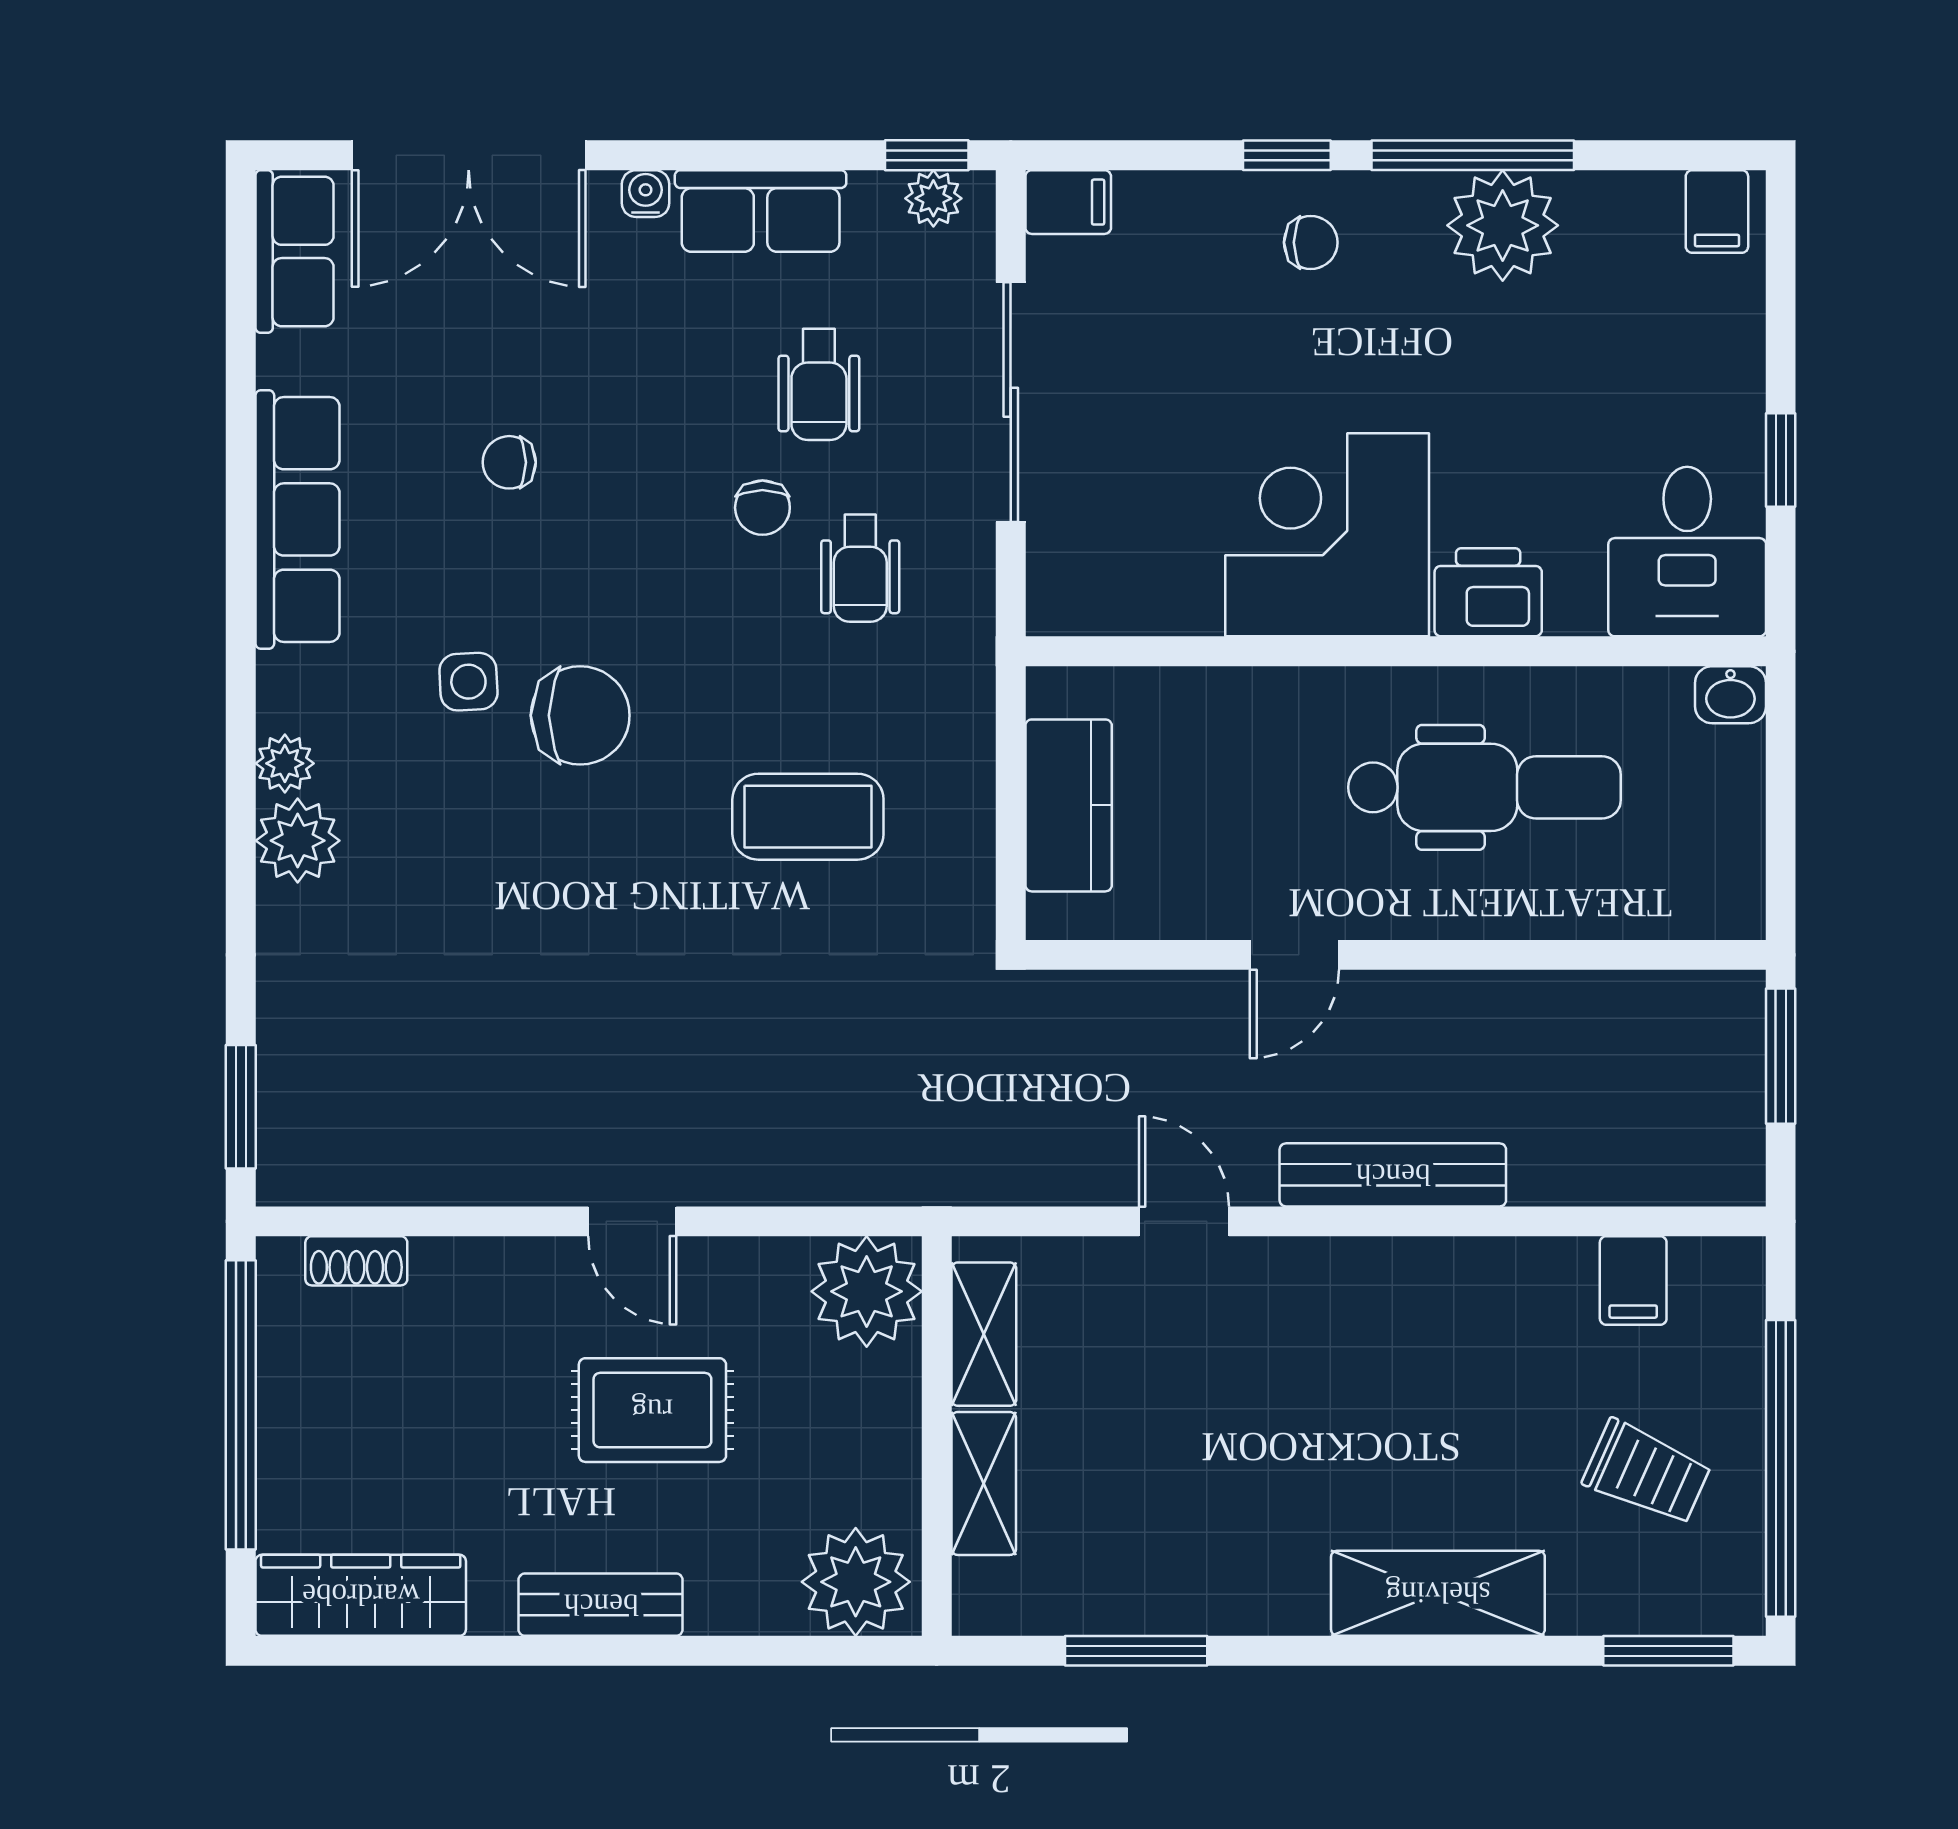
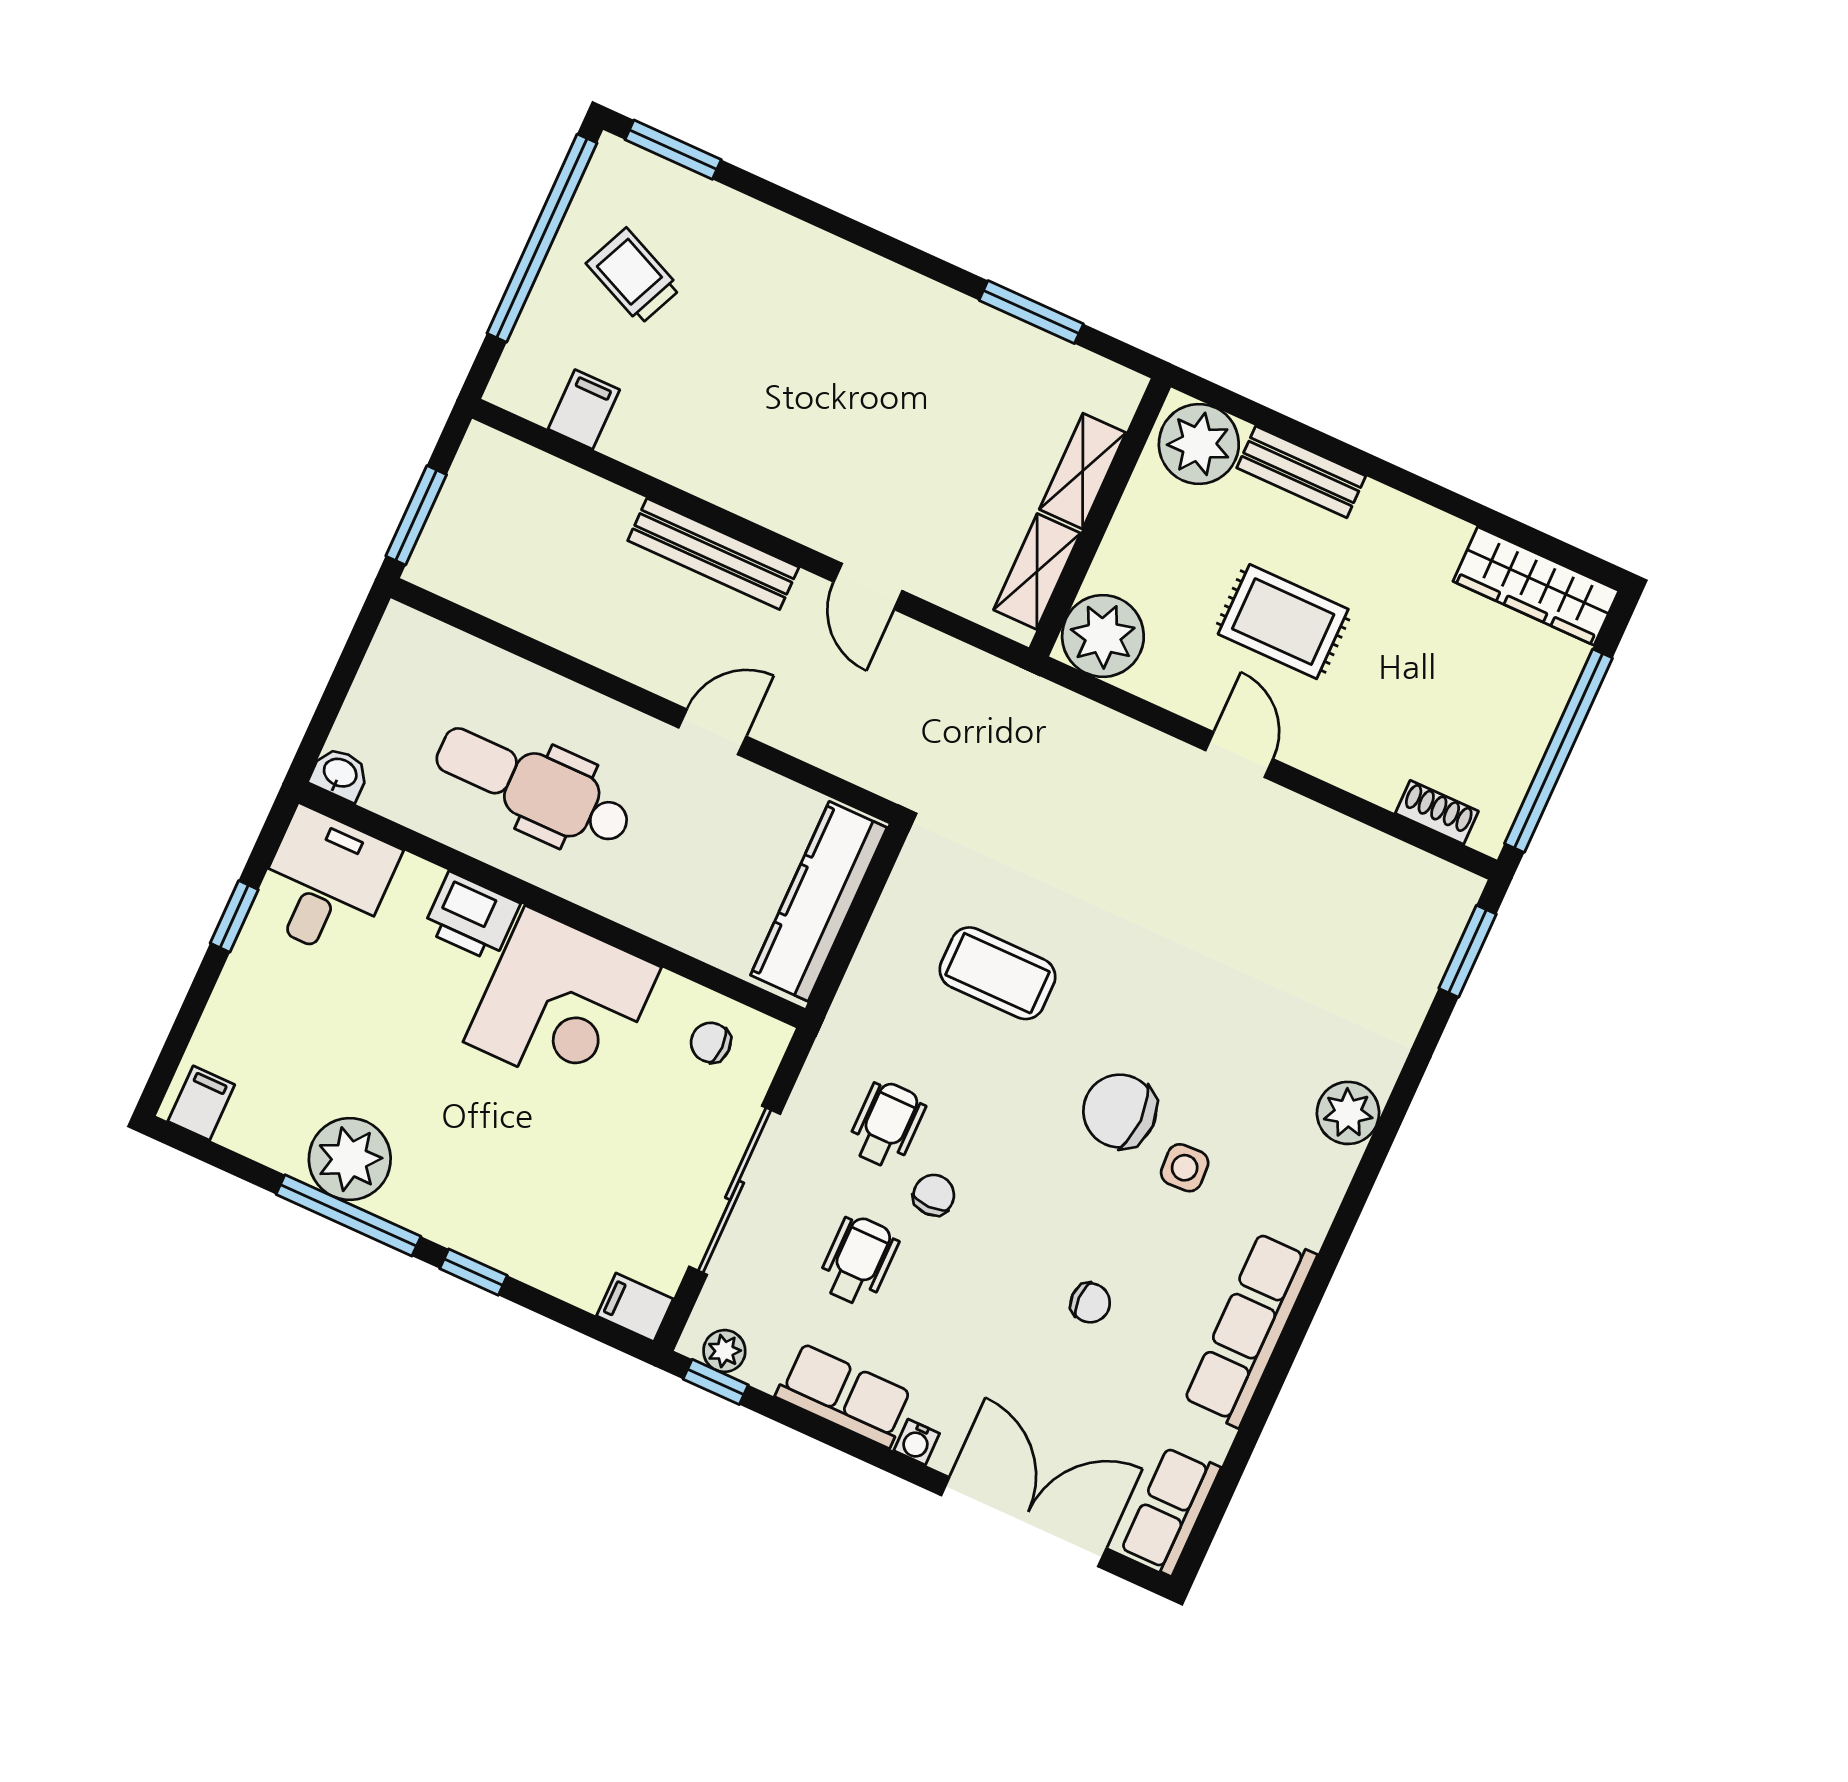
chair: (1311, 242) -> (711, 1043), moved
plant: (285, 763) -> (1333, 1169), removed
kitchen counter: (1069, 805) -> (819, 901), width x1.50
shelving: (1438, 1593) -> (811, 259), removed
bench: (601, 1605) -> (1301, 472), moved

